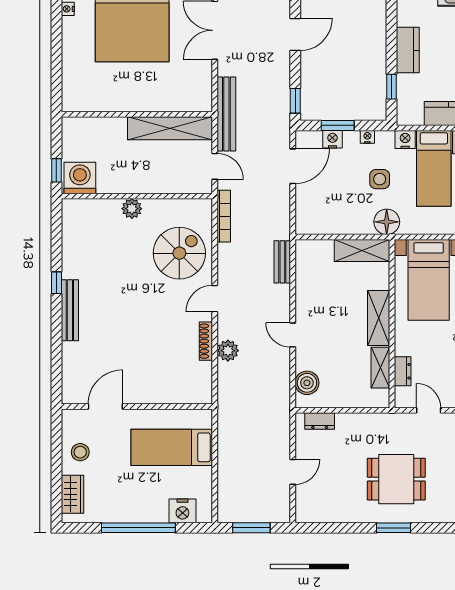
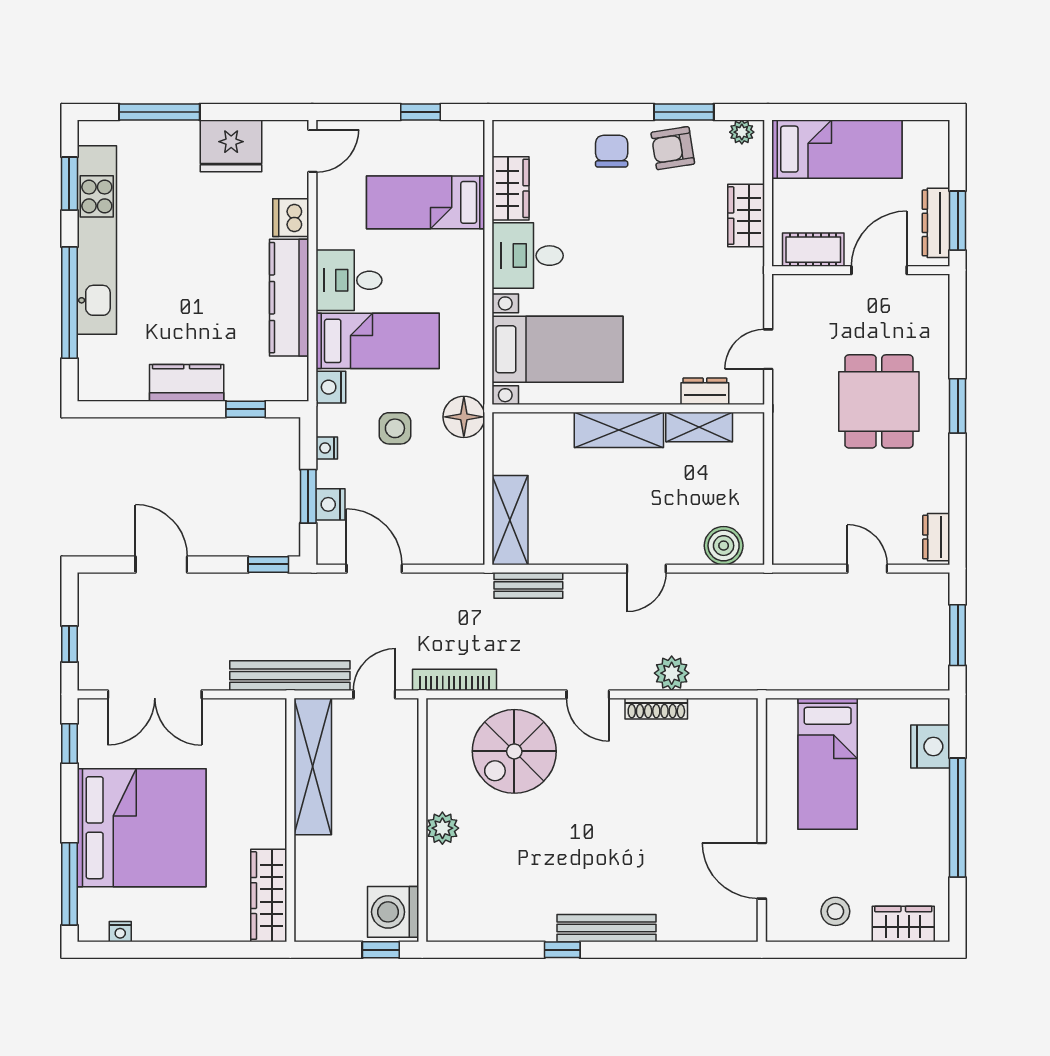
wardrobe: (90, 101) -> (269, 896), added
shelving: (362, 250) -> (510, 520), moved
spiral stairs: (179, 253) -> (514, 751), turned -90
dresser: (320, 421) -> (936, 537), moved, turned 180

